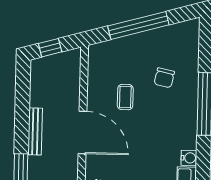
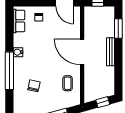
coffee table: (125, 97) -> (68, 83), moved
water cooler: (189, 158) -> (18, 52), moved

